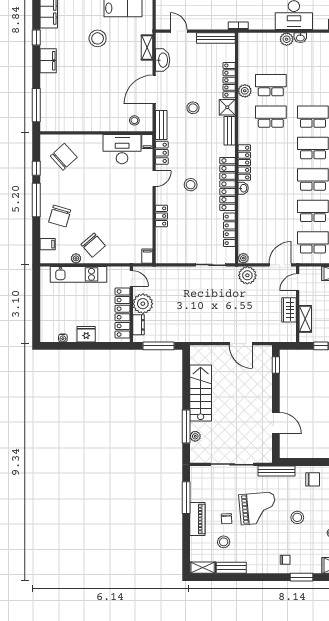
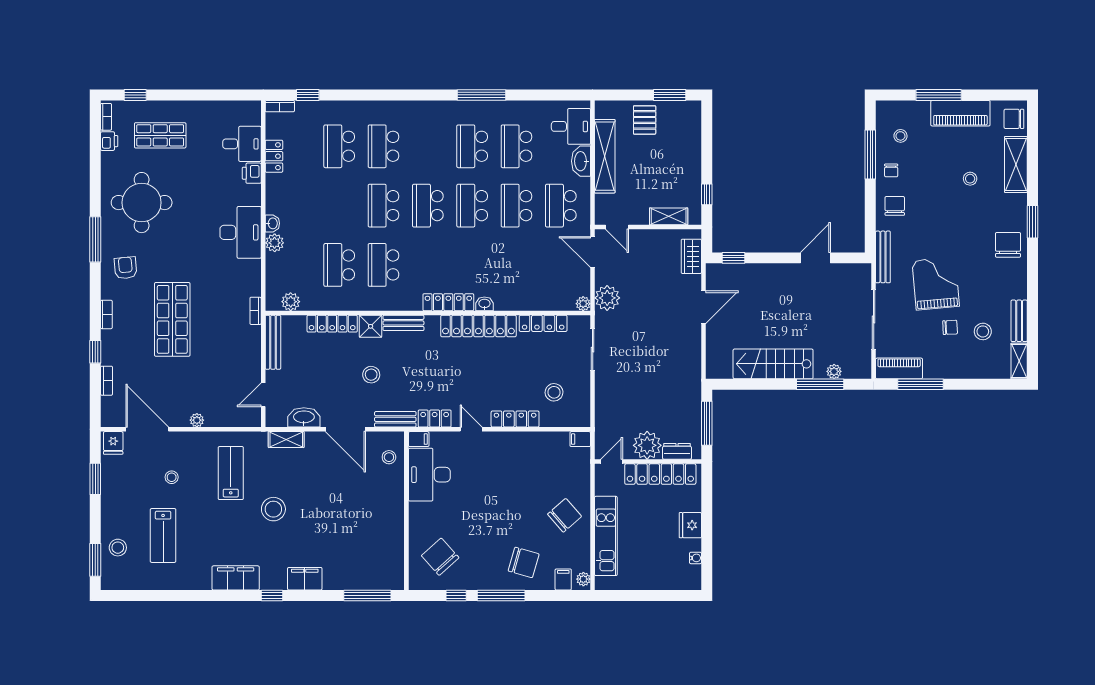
plant: (245, 91) -> (291, 302), moved
stool: (191, 185) -> (554, 392), moved
locker: (162, 216) -> (515, 419), width x1.53
plant: (76, 258) -> (583, 579), moved
wardrobe: (289, 310) -> (691, 256), moved, turned 90
stool: (297, 517) -> (948, 228), removed
piano: (197, 519) -> (899, 368), moved
chair: (285, 560) -> (1008, 245), width x1.87, depth x1.87

